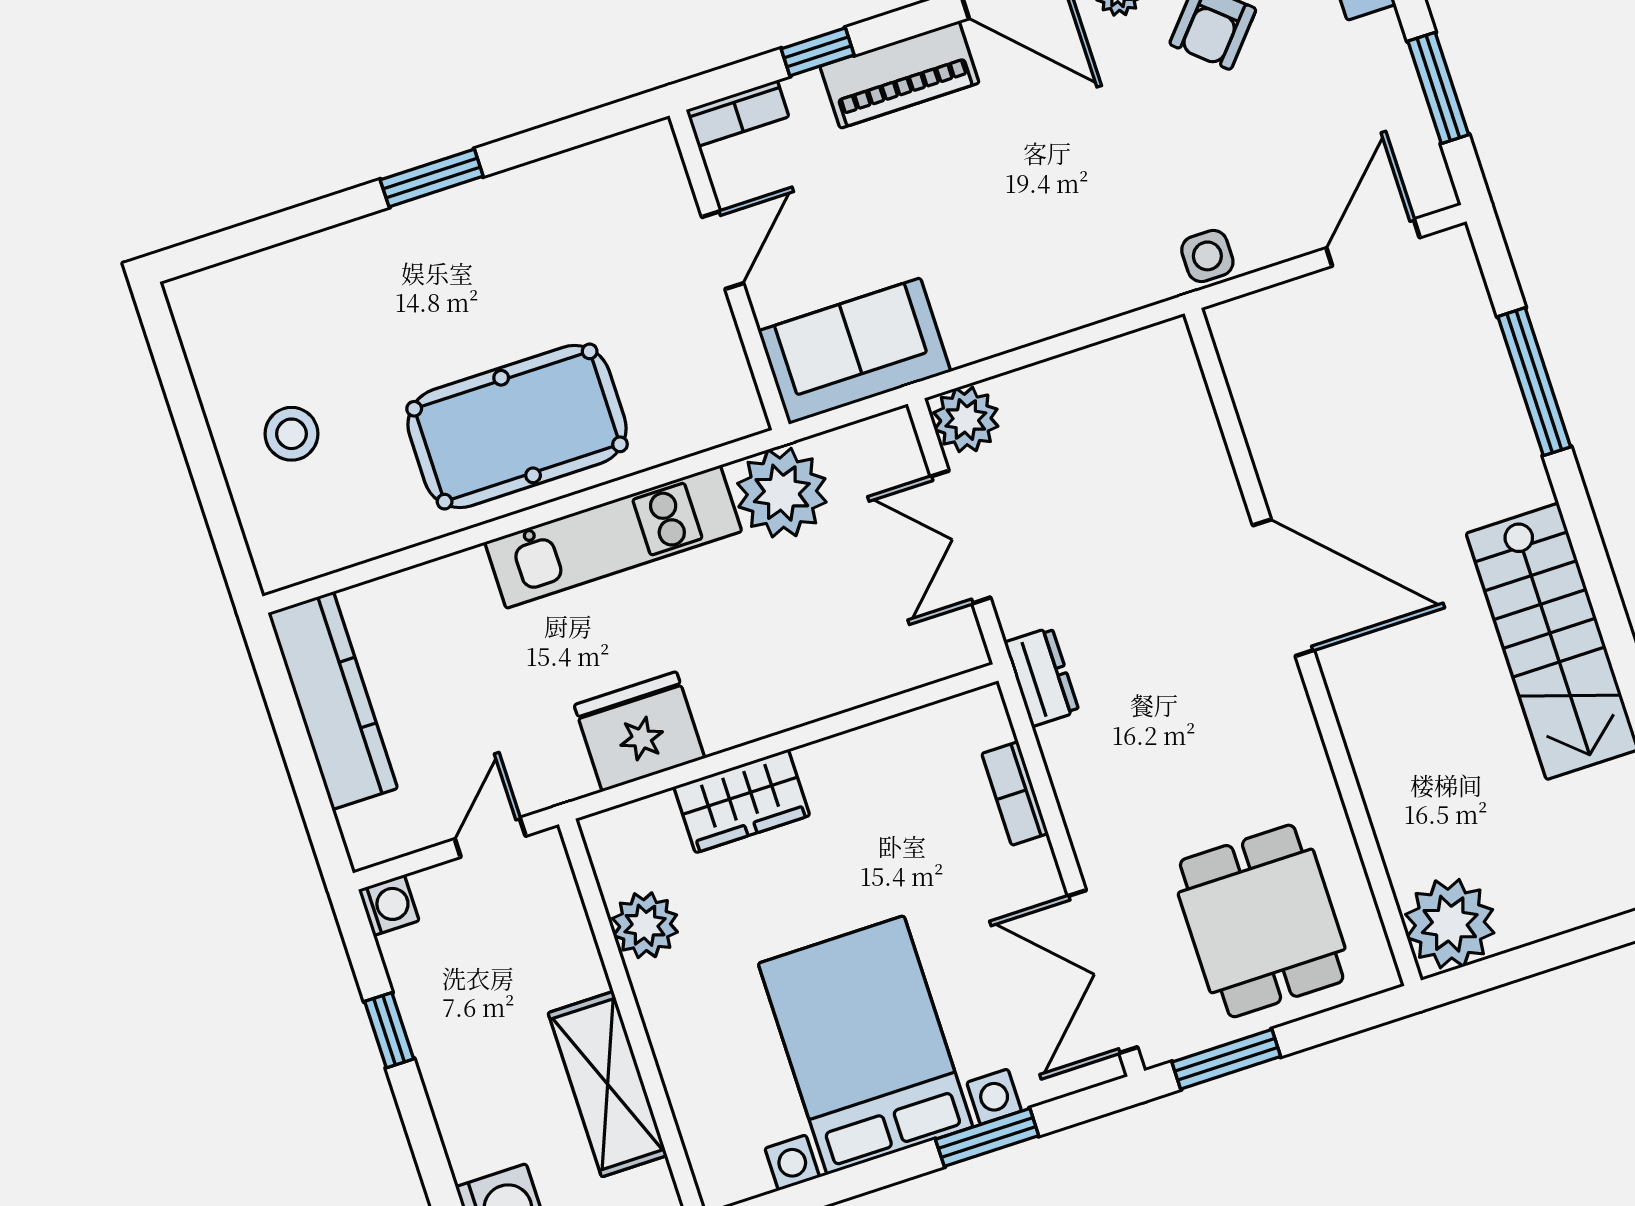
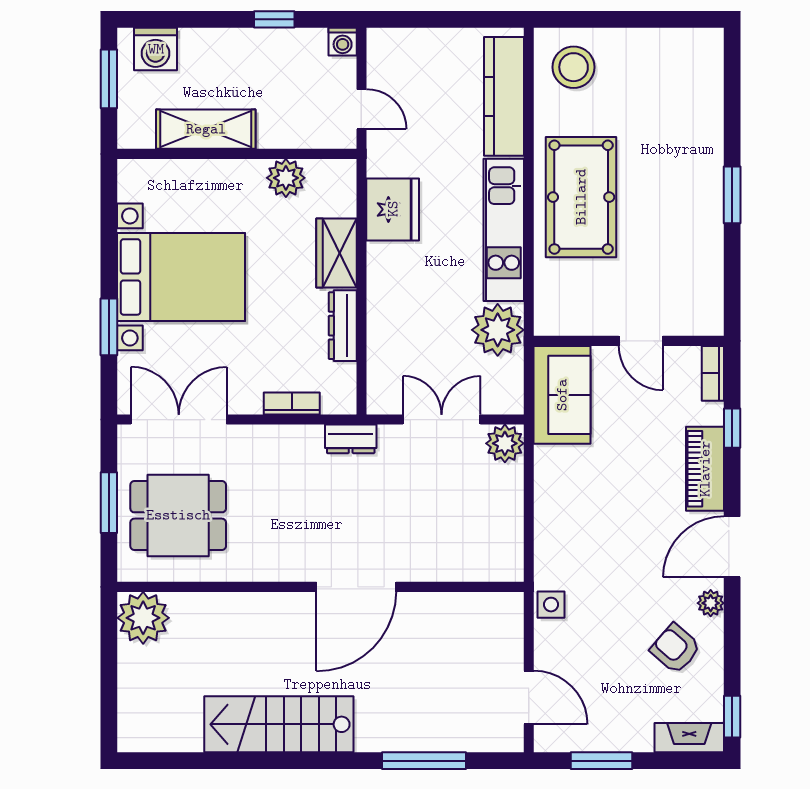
stool: (291, 434) -> (574, 67), moved, width x1.38, depth x1.38
kitchen counter: (333, 701) -> (504, 96), moved, turned 90
dresser: (859, 751) -> (343, 326), added
window: (1226, 1059) -> (109, 503), moved

